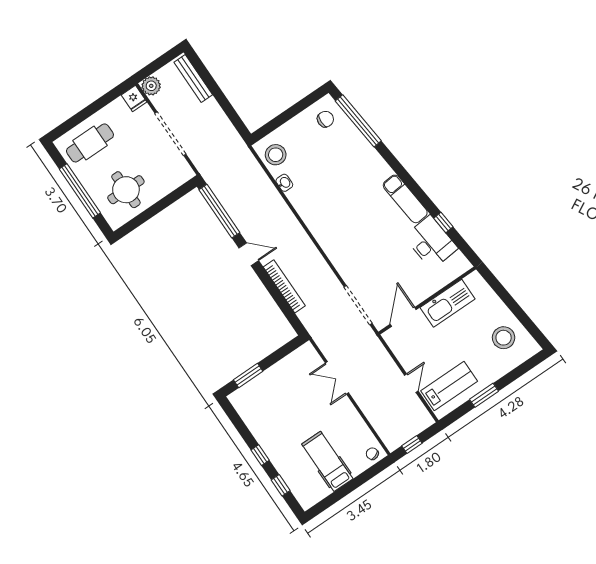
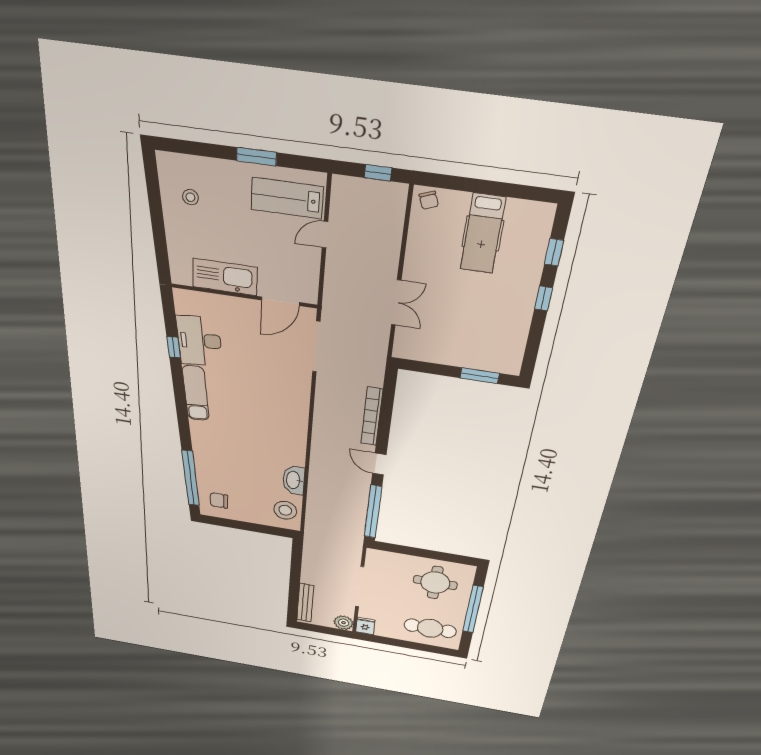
washbasin: (284, 183) -> (294, 480), width x1.91, depth x1.45
stool: (504, 338) -> (190, 197), width x0.53, depth x0.53

